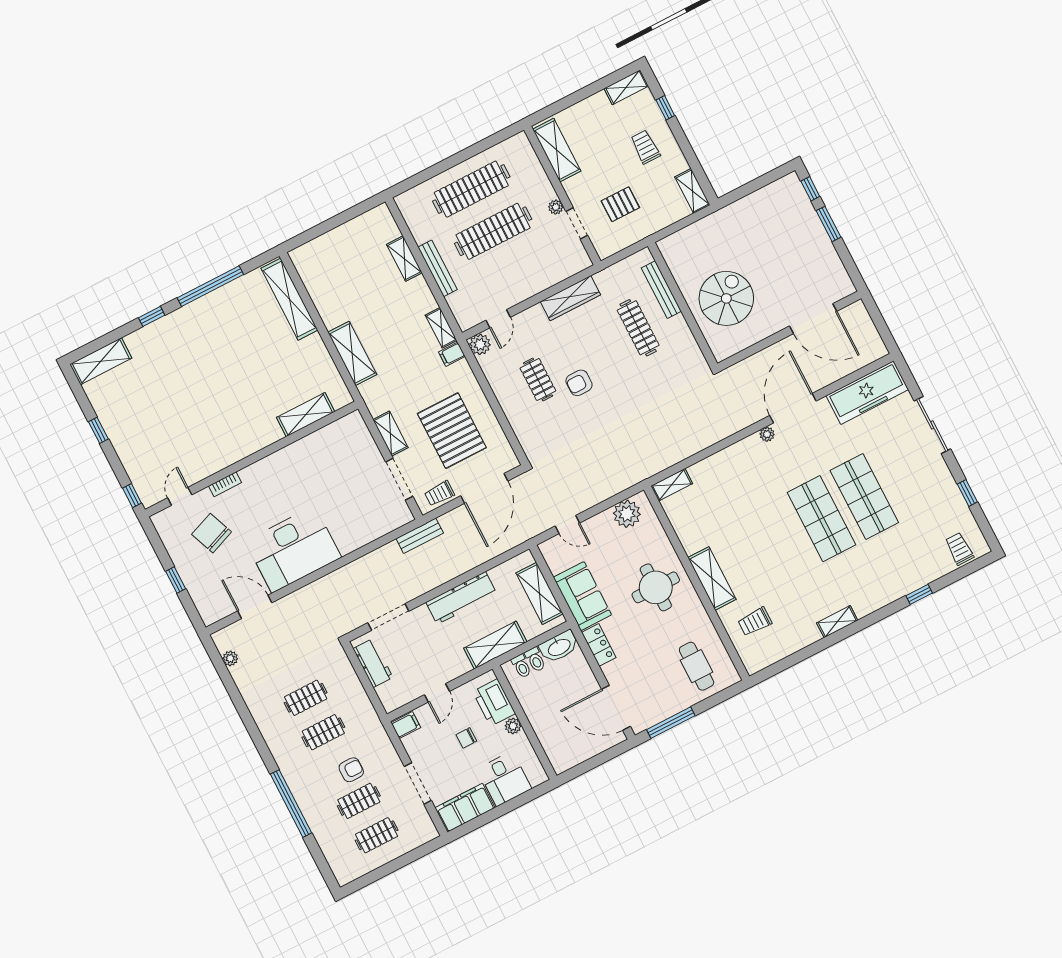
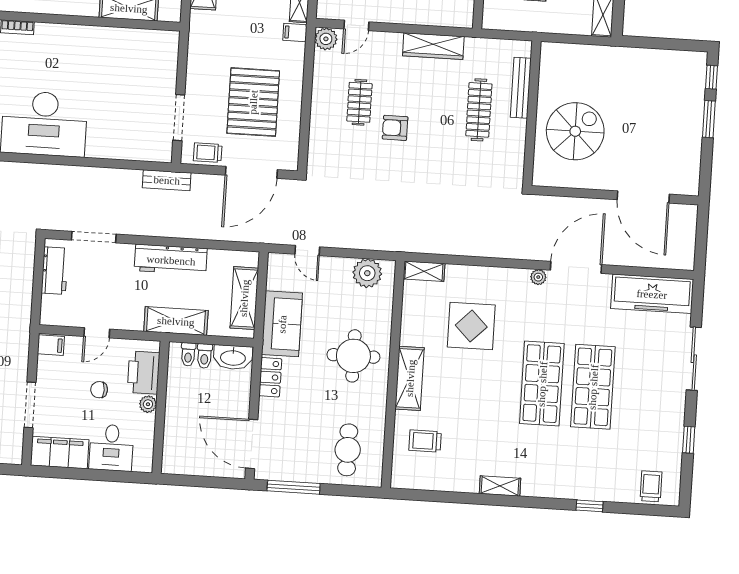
shelving: (391, 434) -> (196, 71), removed
display table: (736, 506) -> (471, 326), added

